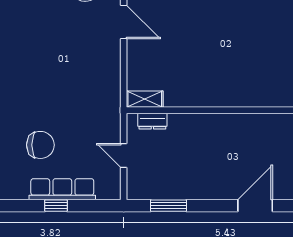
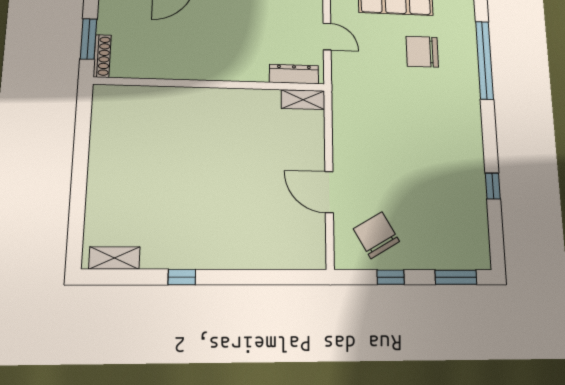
dresser: (152, 121) -> (294, 74), width x1.44

